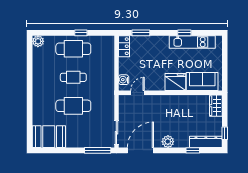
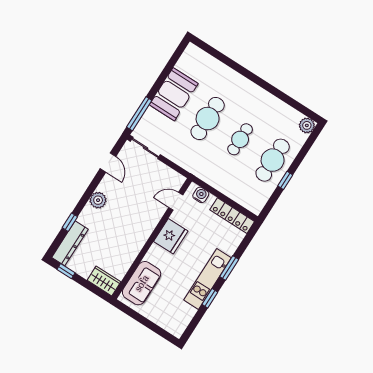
window: (141, 33) -> (229, 268), moved
kitchen unit: (192, 42) -> (208, 279), moved
locker: (124, 46) -> (232, 216), width x1.53
fridge: (175, 82) -> (171, 236), moved
door: (138, 93) -> (176, 201), swing flipped
booth: (49, 137) -> (174, 94), moved
door: (140, 150) -> (108, 162), width x0.53

